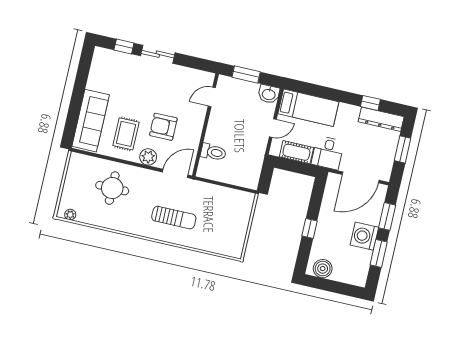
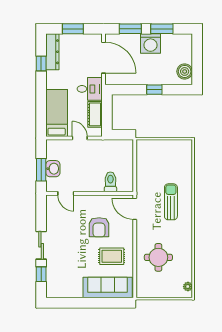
washbasin: (269, 94) -> (53, 169), moved
plant: (148, 157) -> (126, 234), removed

